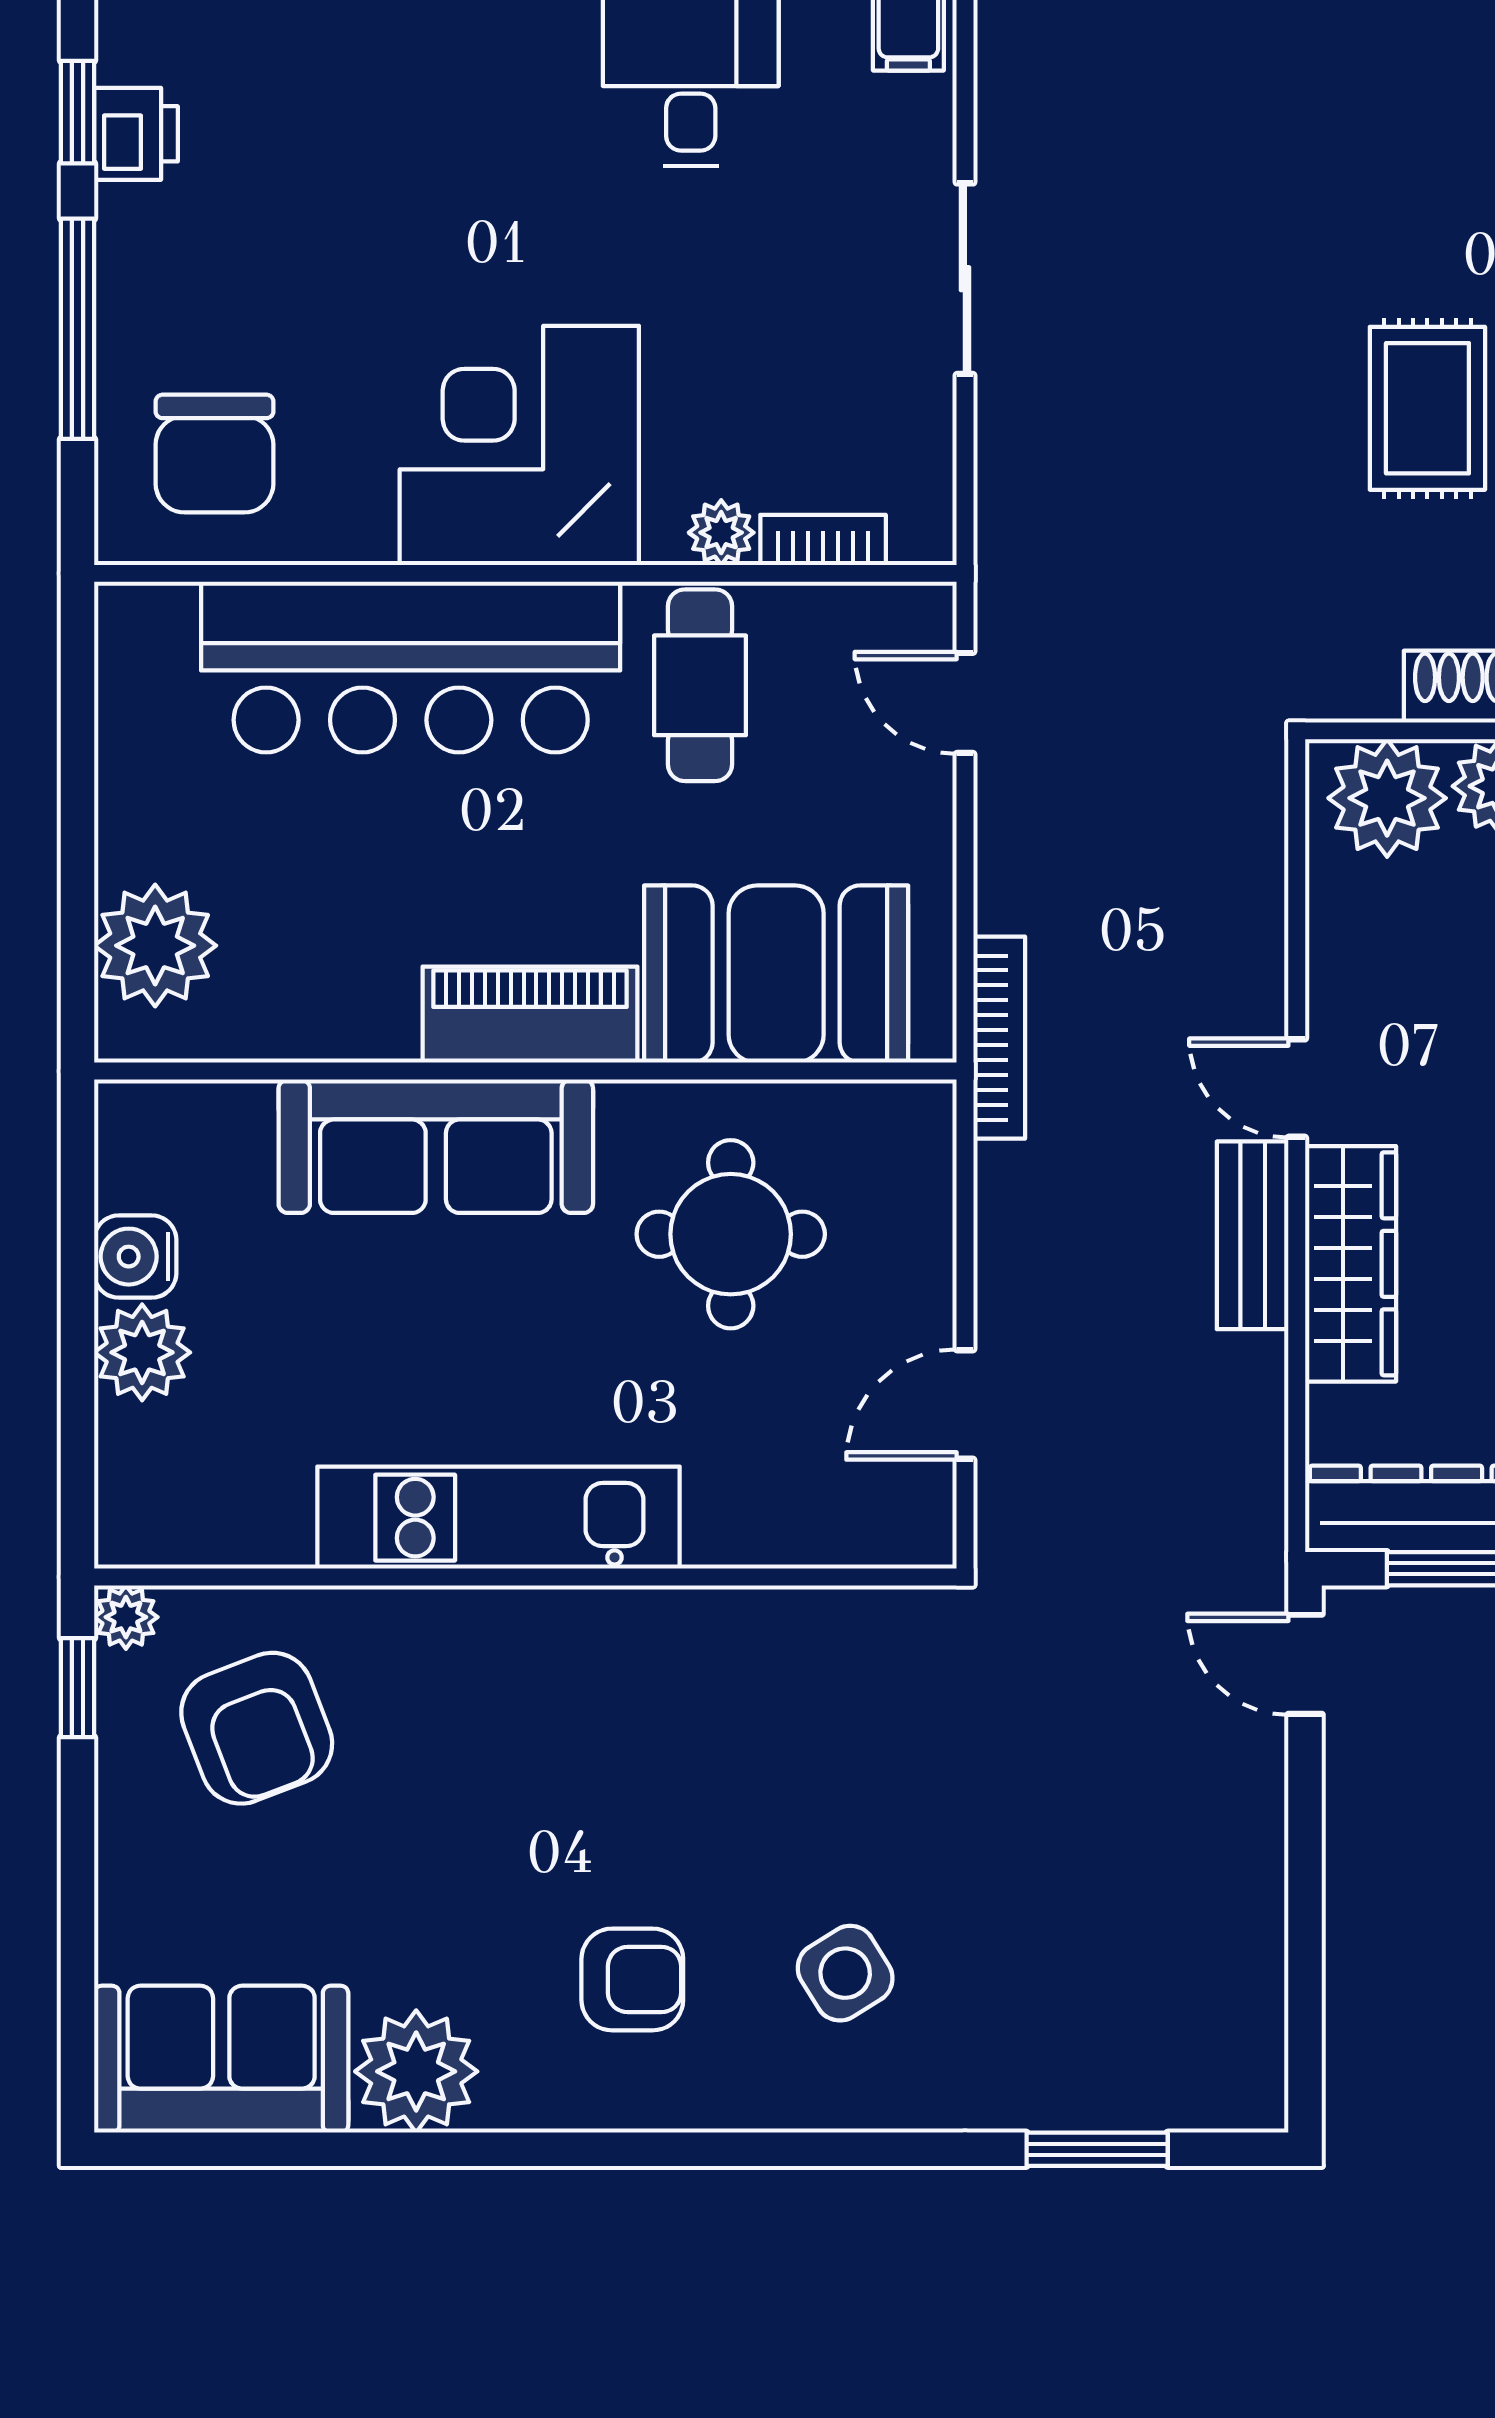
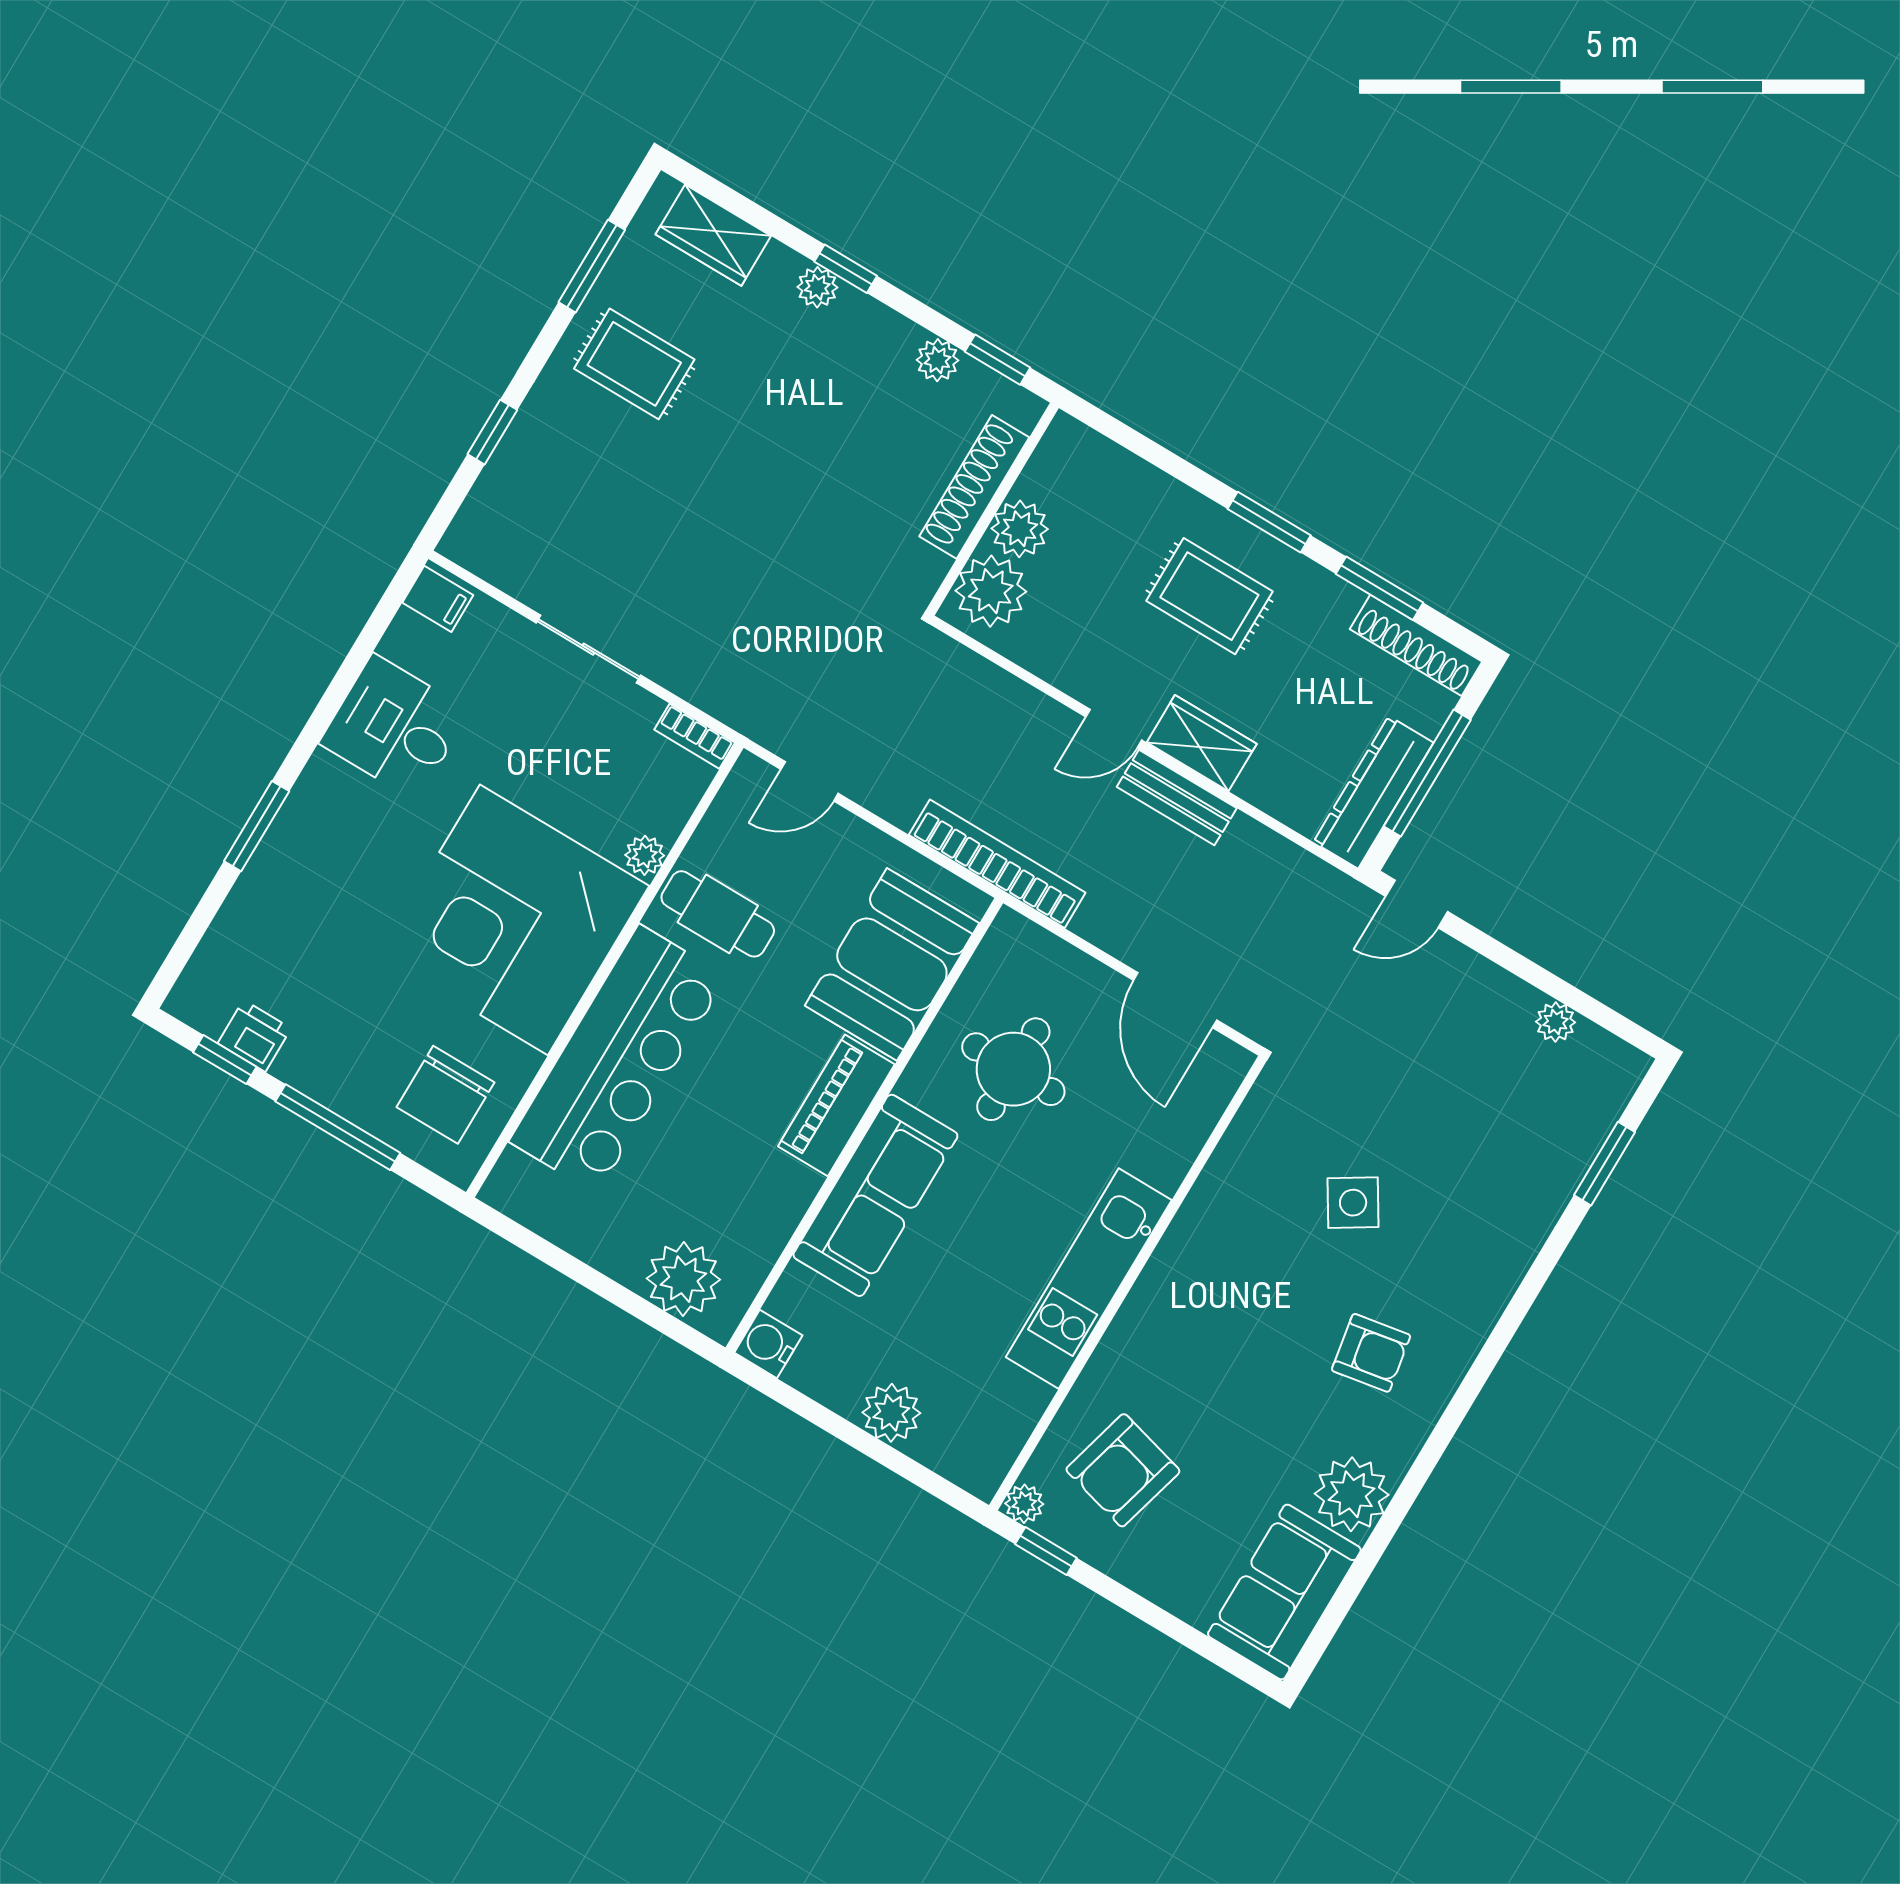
rug: (1427, 408) -> (634, 364), moved
corner desk: (519, 445) -> (514, 920), width x1.36, depth x1.36
chair: (214, 454) -> (446, 1095), turned 90
bookcase: (823, 540) -> (695, 736), moved, turned -90
bookcase: (999, 1038) -> (997, 864), width x1.48, depth x1.31
water cooler: (135, 1257) -> (768, 1344), moved, turned 90
wardrobe: (1351, 1264) -> (1202, 743), width x0.67
door: (965, 1404) -> (1175, 1000), width x1.38
armchair: (257, 1728) -> (1123, 1470), turned 126
plant: (1256, 1960) -> (1556, 1022), added
side table: (845, 1973) -> (1353, 1203), moved
armchair: (632, 1979) -> (1371, 1353), turned 80

